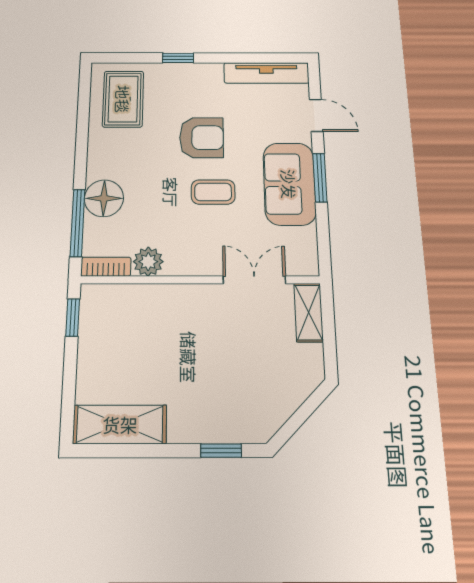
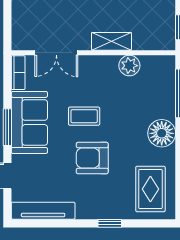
floor lamp: (104, 198) -> (162, 133), moved
bookcase: (106, 267) -> (18, 73), moved, turned -90
shelving: (309, 312) -> (111, 41), moved, turned 90

